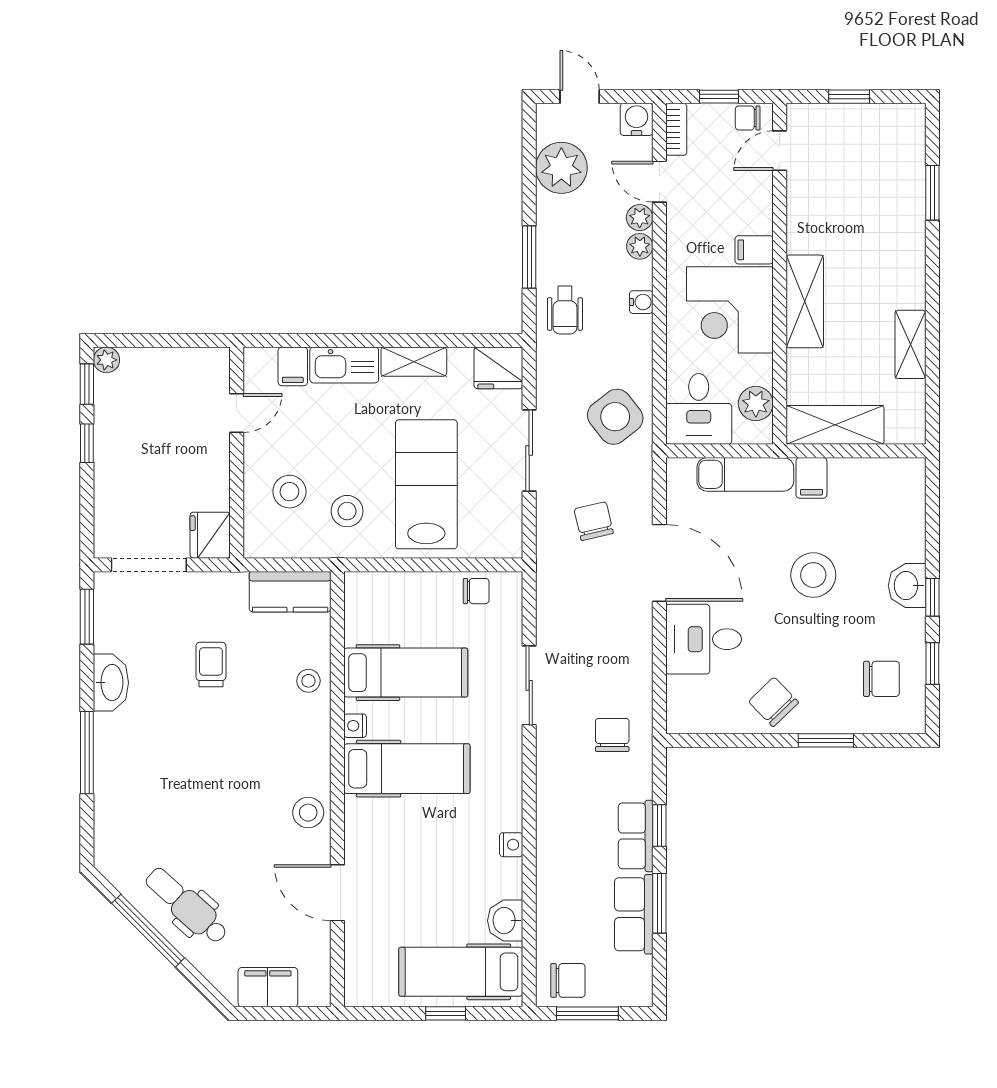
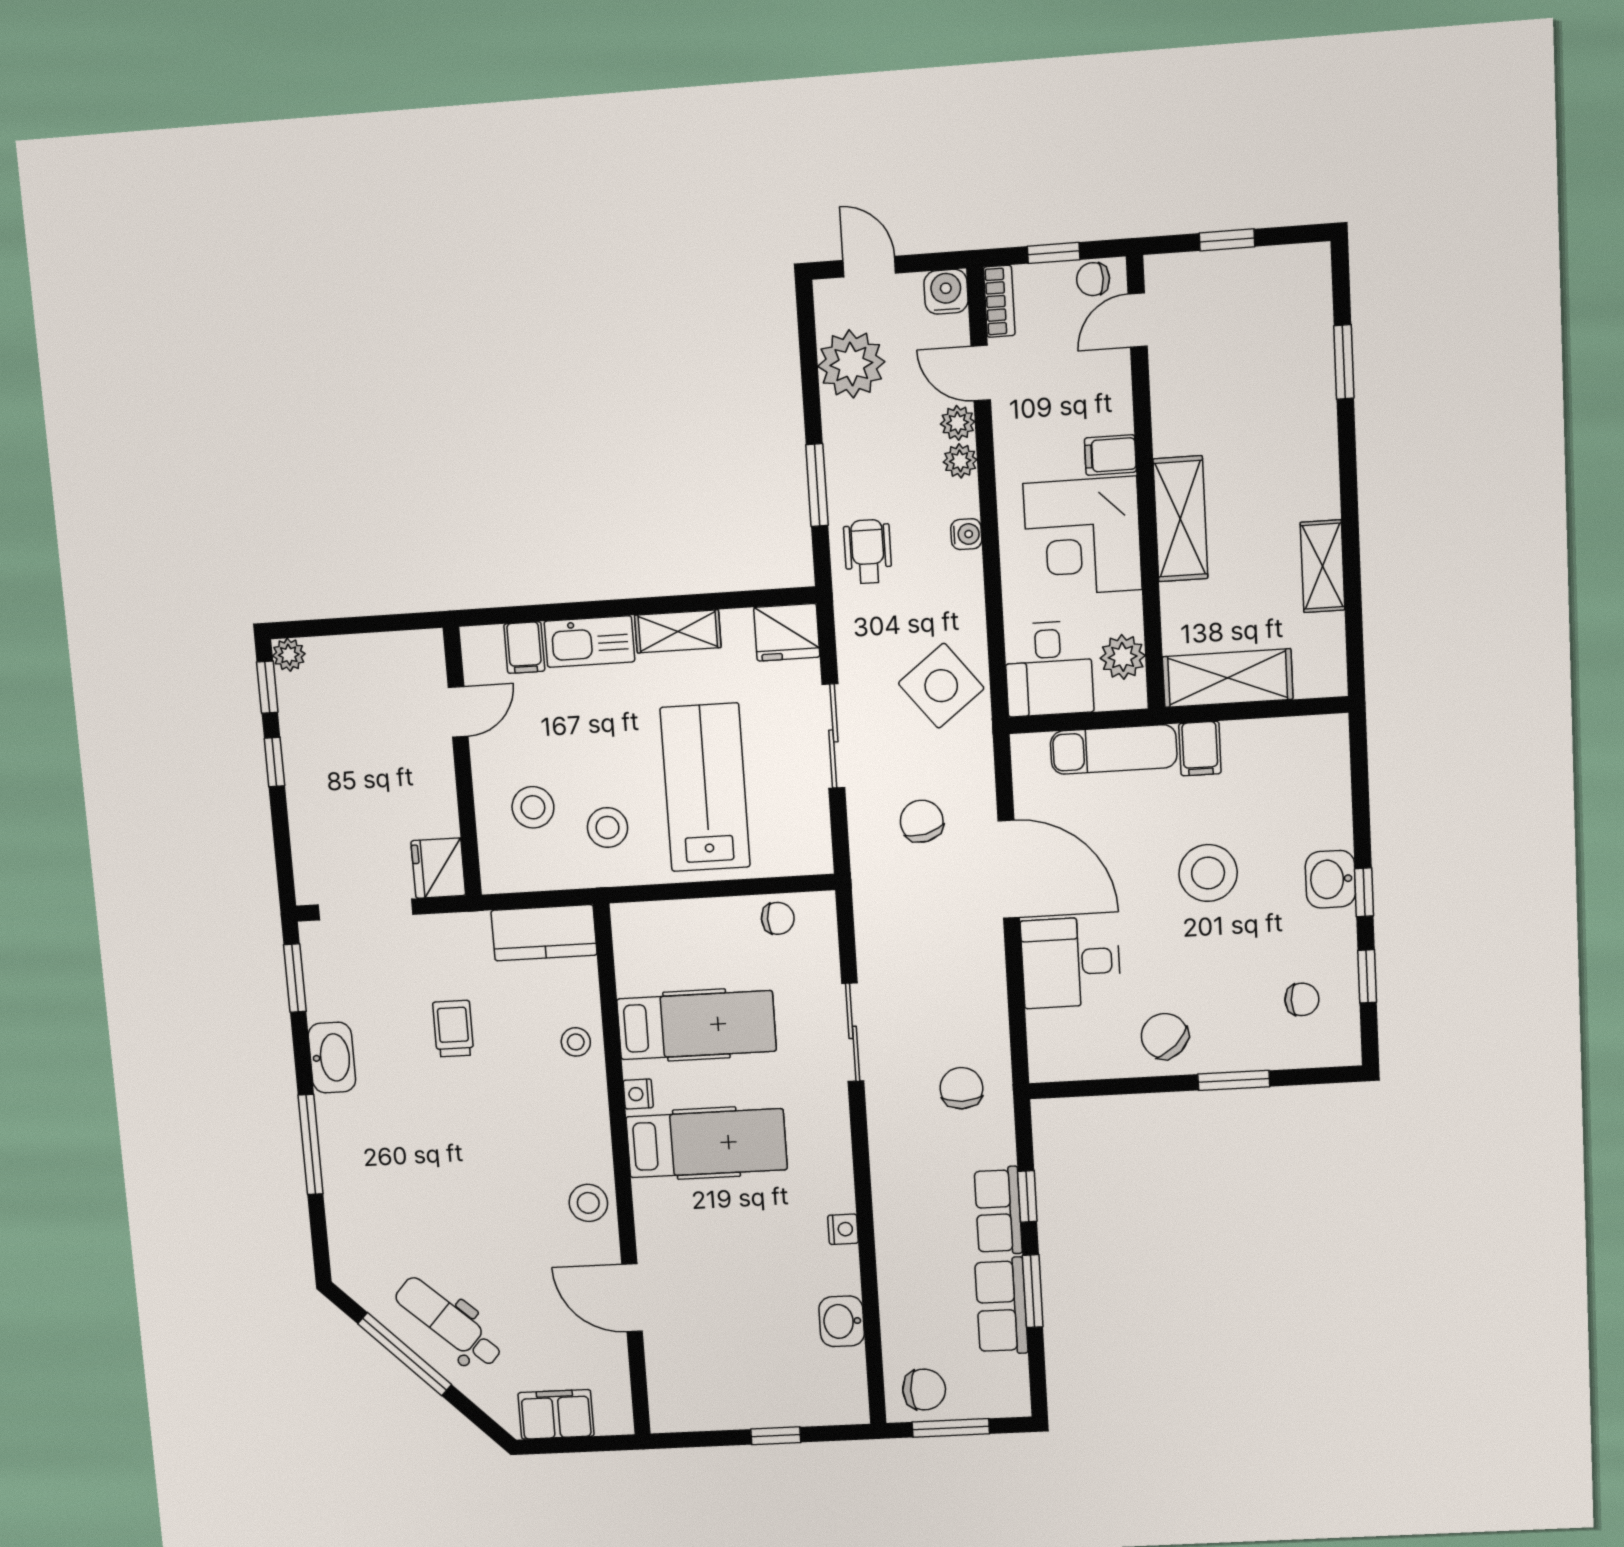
wheelchair: (565, 310) -> (868, 551), turned 180
chair: (881, 679) -> (1302, 999), width x0.73, depth x0.73
hospital bed: (461, 972) -> (791, 1385), removed

